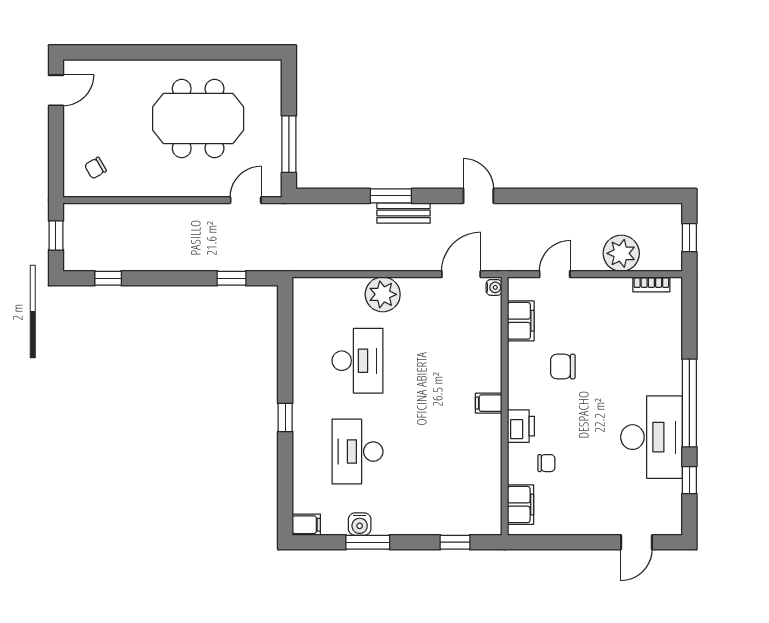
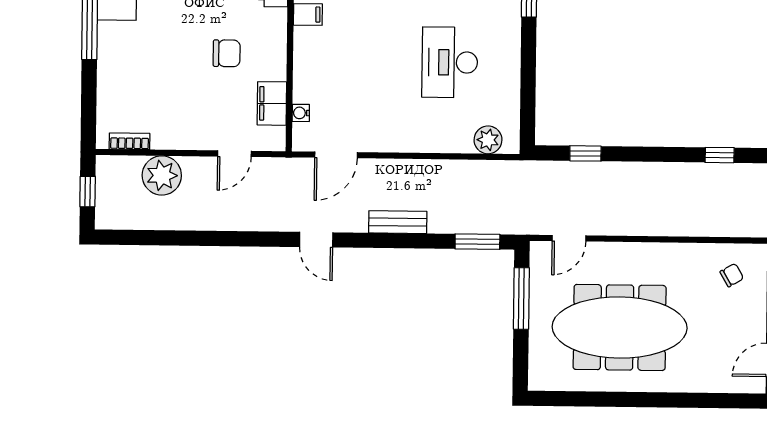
meeting table: (198, 119) -> (620, 327), width x1.36
window: (391, 196) -> (477, 242), moved
water cooler: (494, 287) -> (301, 113), moved
plant: (383, 294) -> (488, 140), moved, width x0.73, depth x0.73

